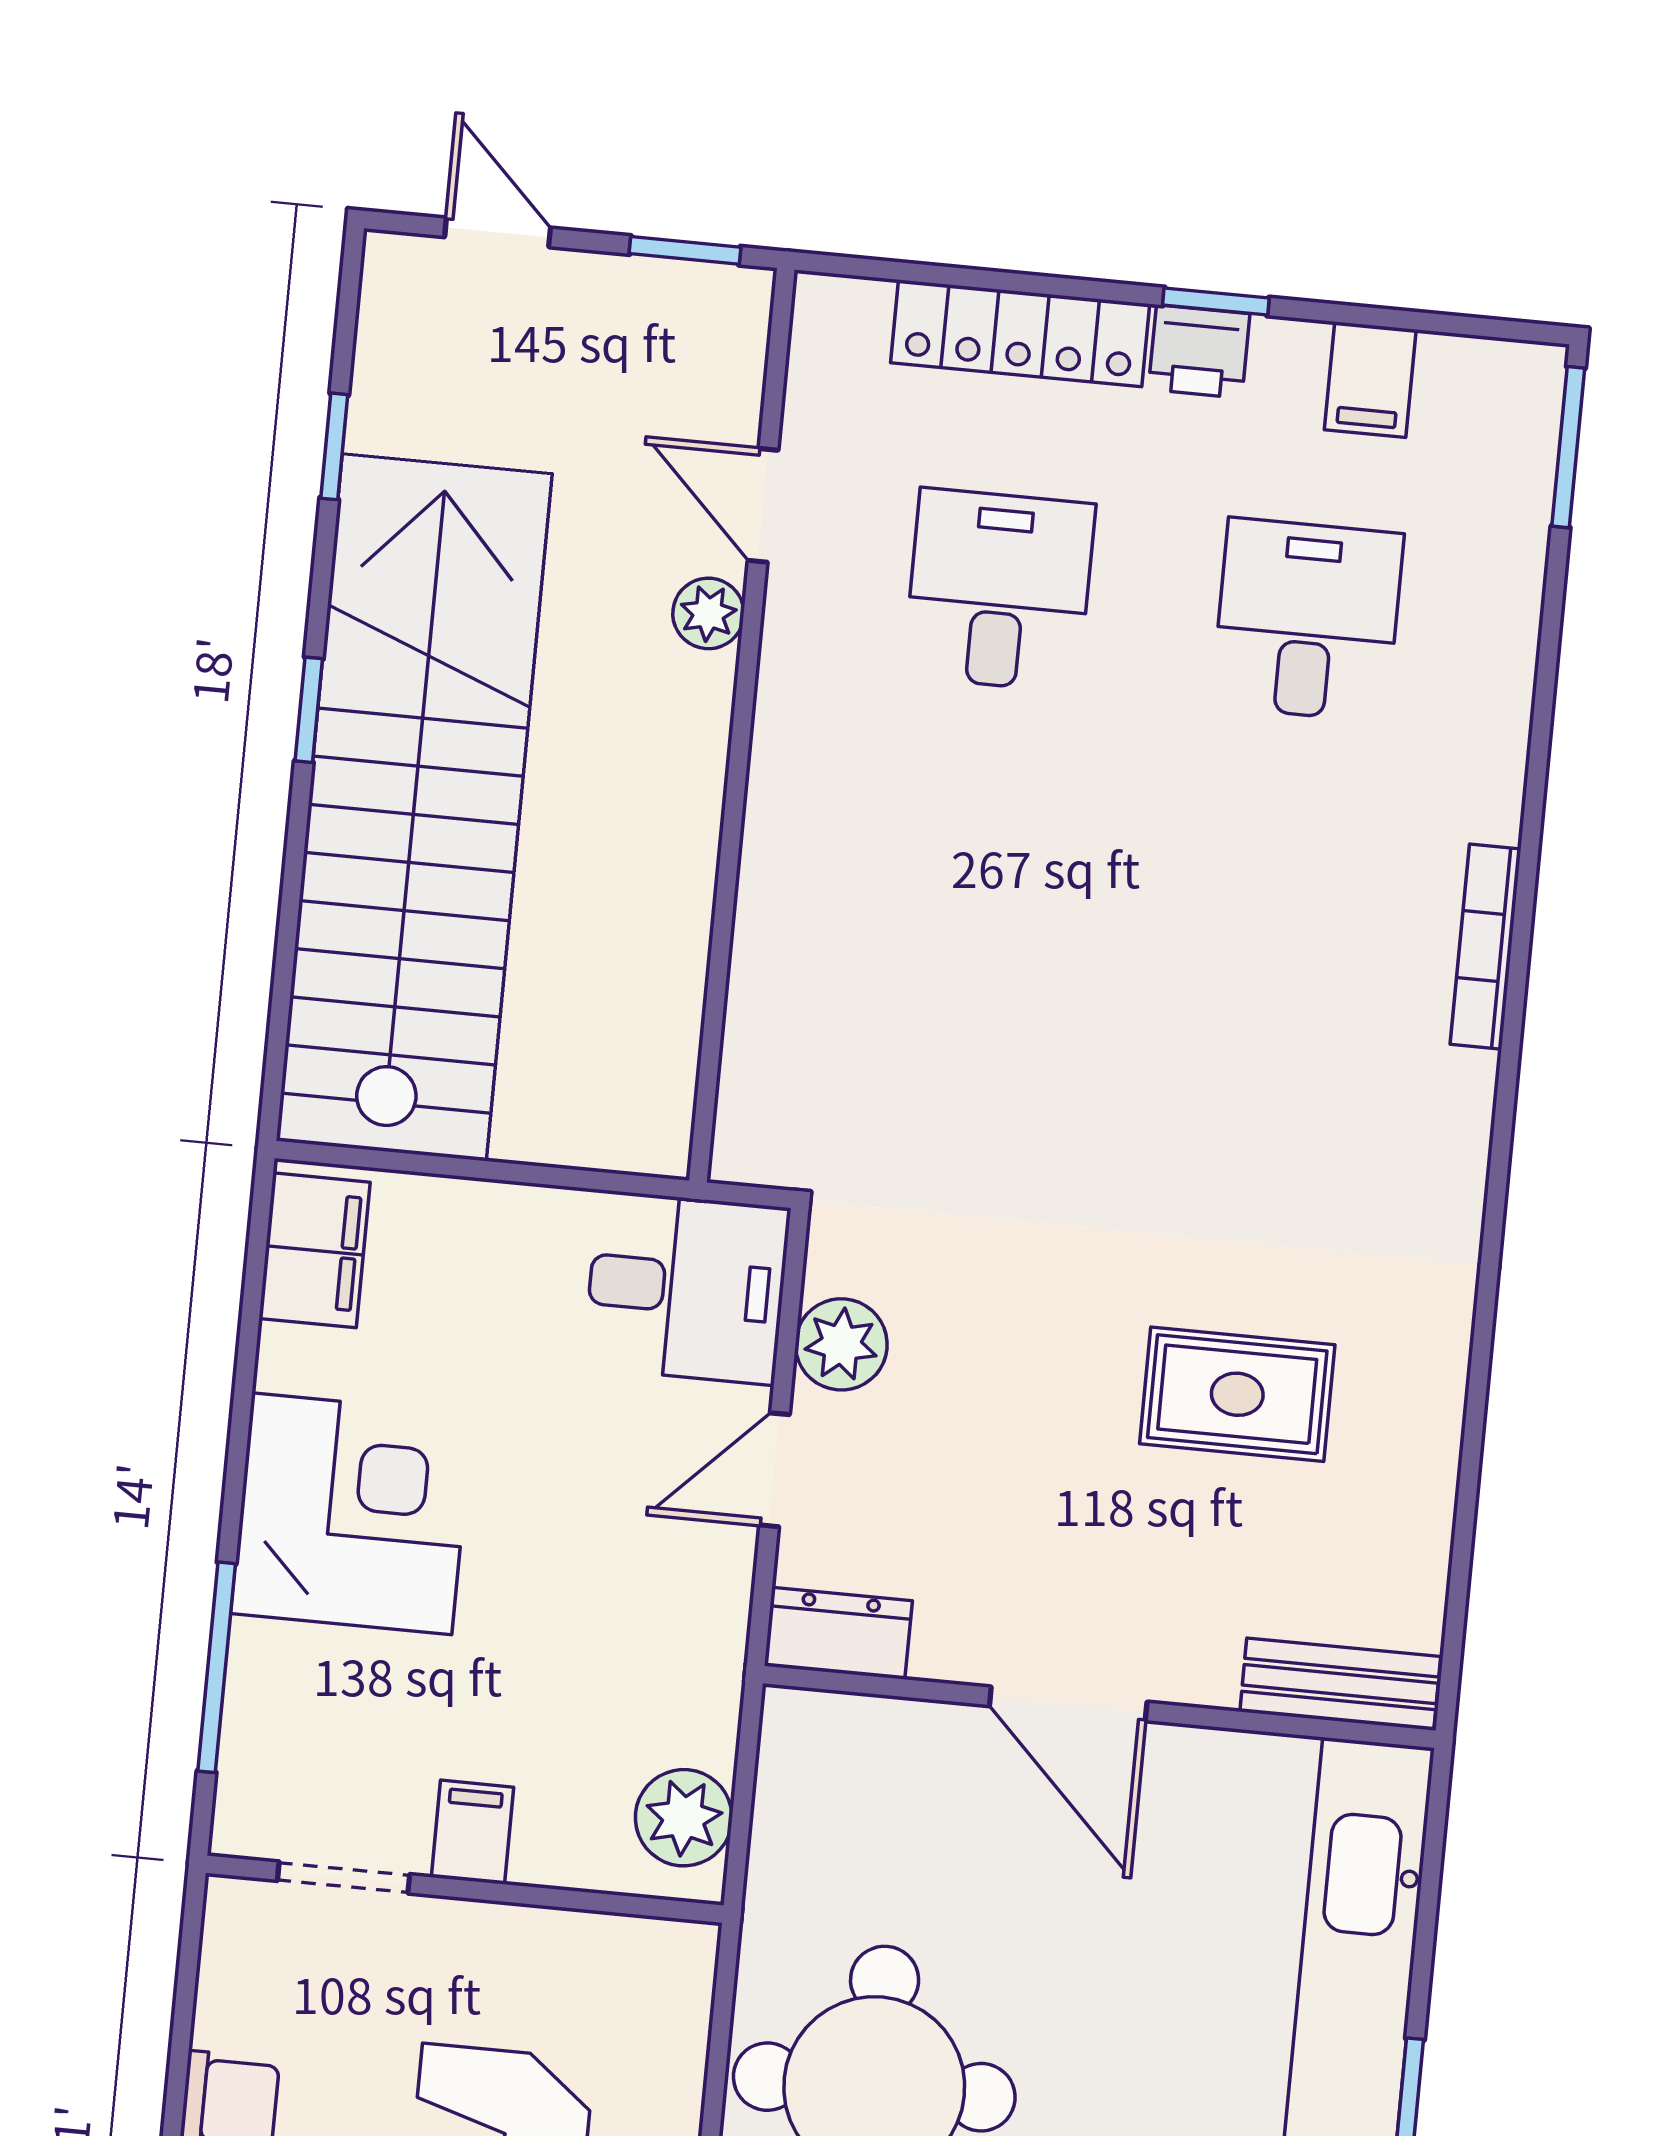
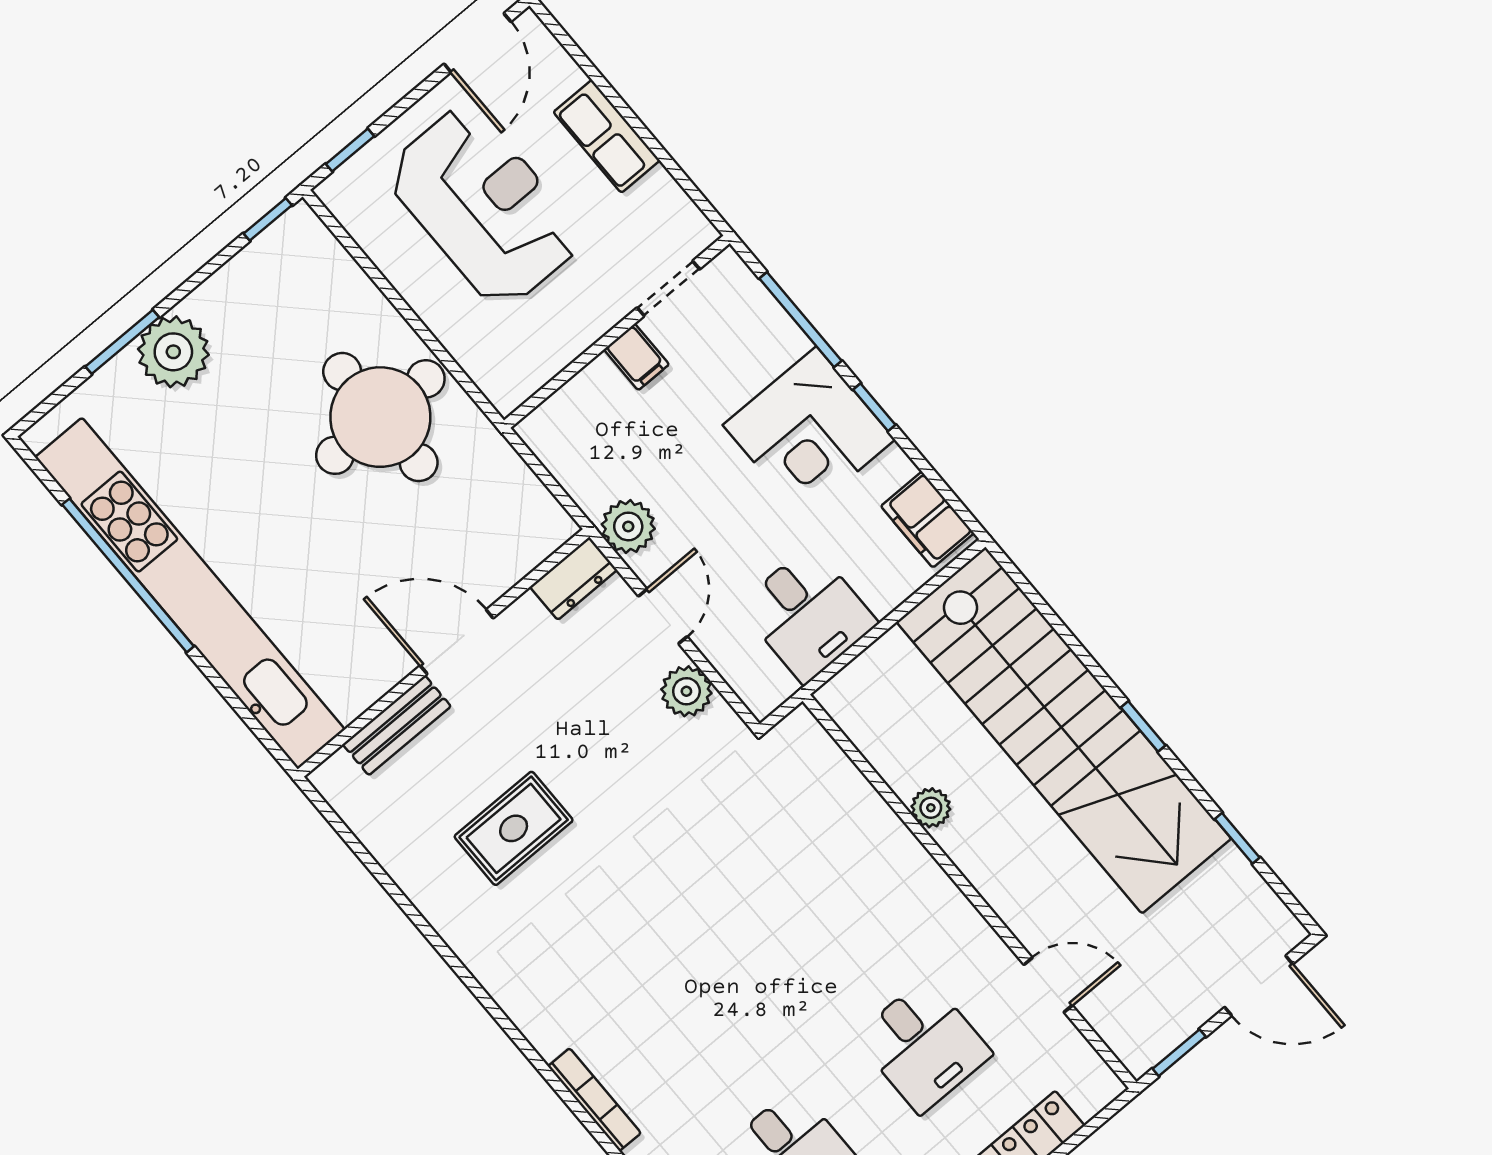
door: (498, 232) -> (1259, 986), width x1.38
plant: (708, 613) -> (931, 808), moved
desk: (687, 1288) -> (808, 614), moved, turned -90
window: (237, 1461) -> (874, 407), added
bench: (1340, 1684) -> (397, 725), moved
plant: (684, 1818) -> (628, 526), moved

